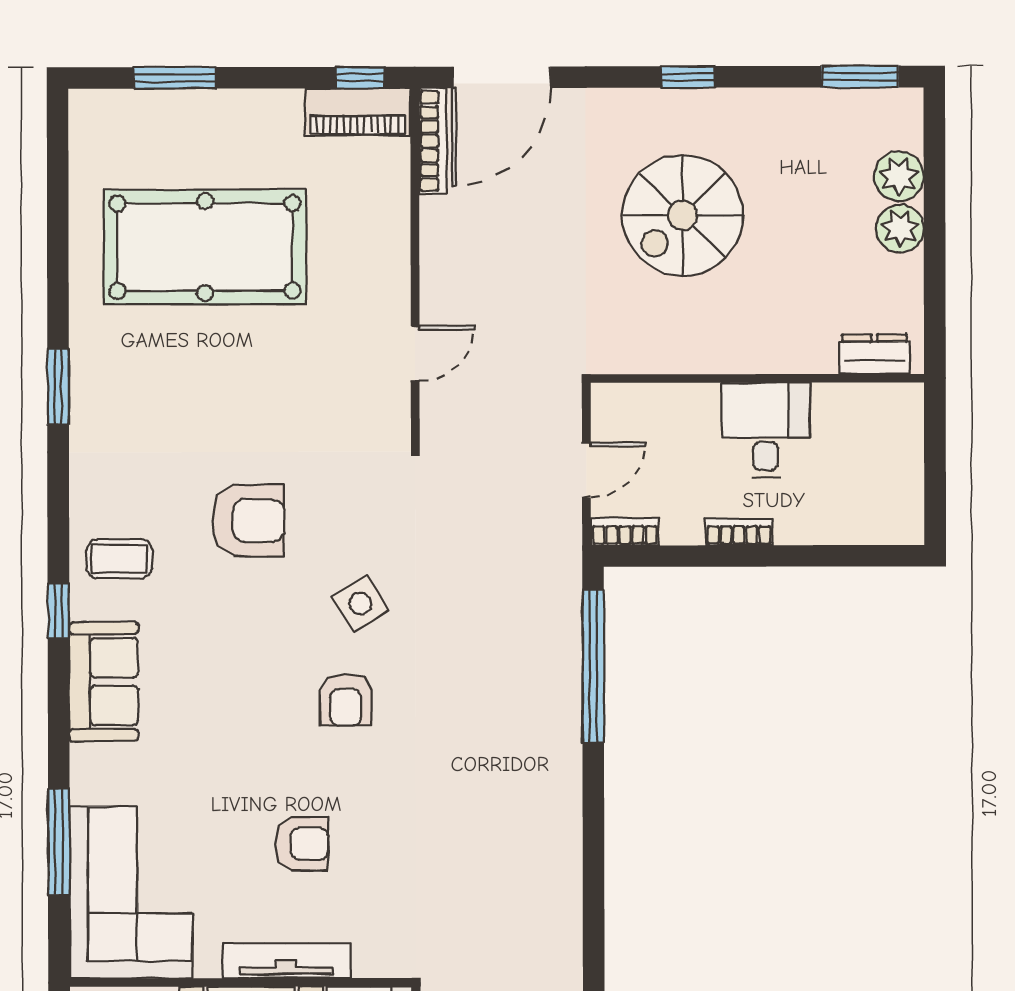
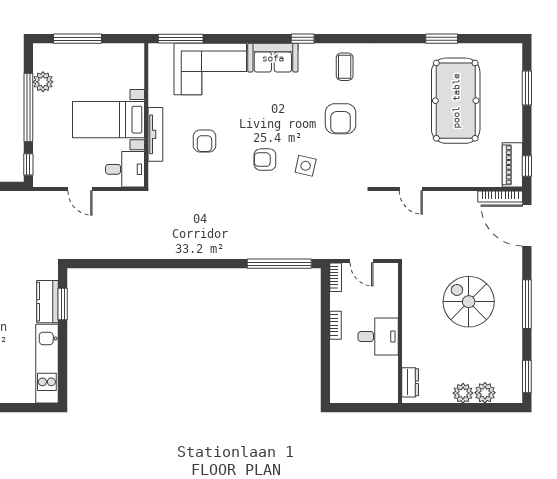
window: (688, 77) -> (527, 304), width x2.17
window: (58, 387) -> (442, 39), moved
coffee table: (119, 559) -> (345, 67), moved
side table: (360, 603) -> (306, 166), turned 45
window: (59, 842) -> (181, 39), moved
corner sofa: (131, 892) -> (210, 69), moved

